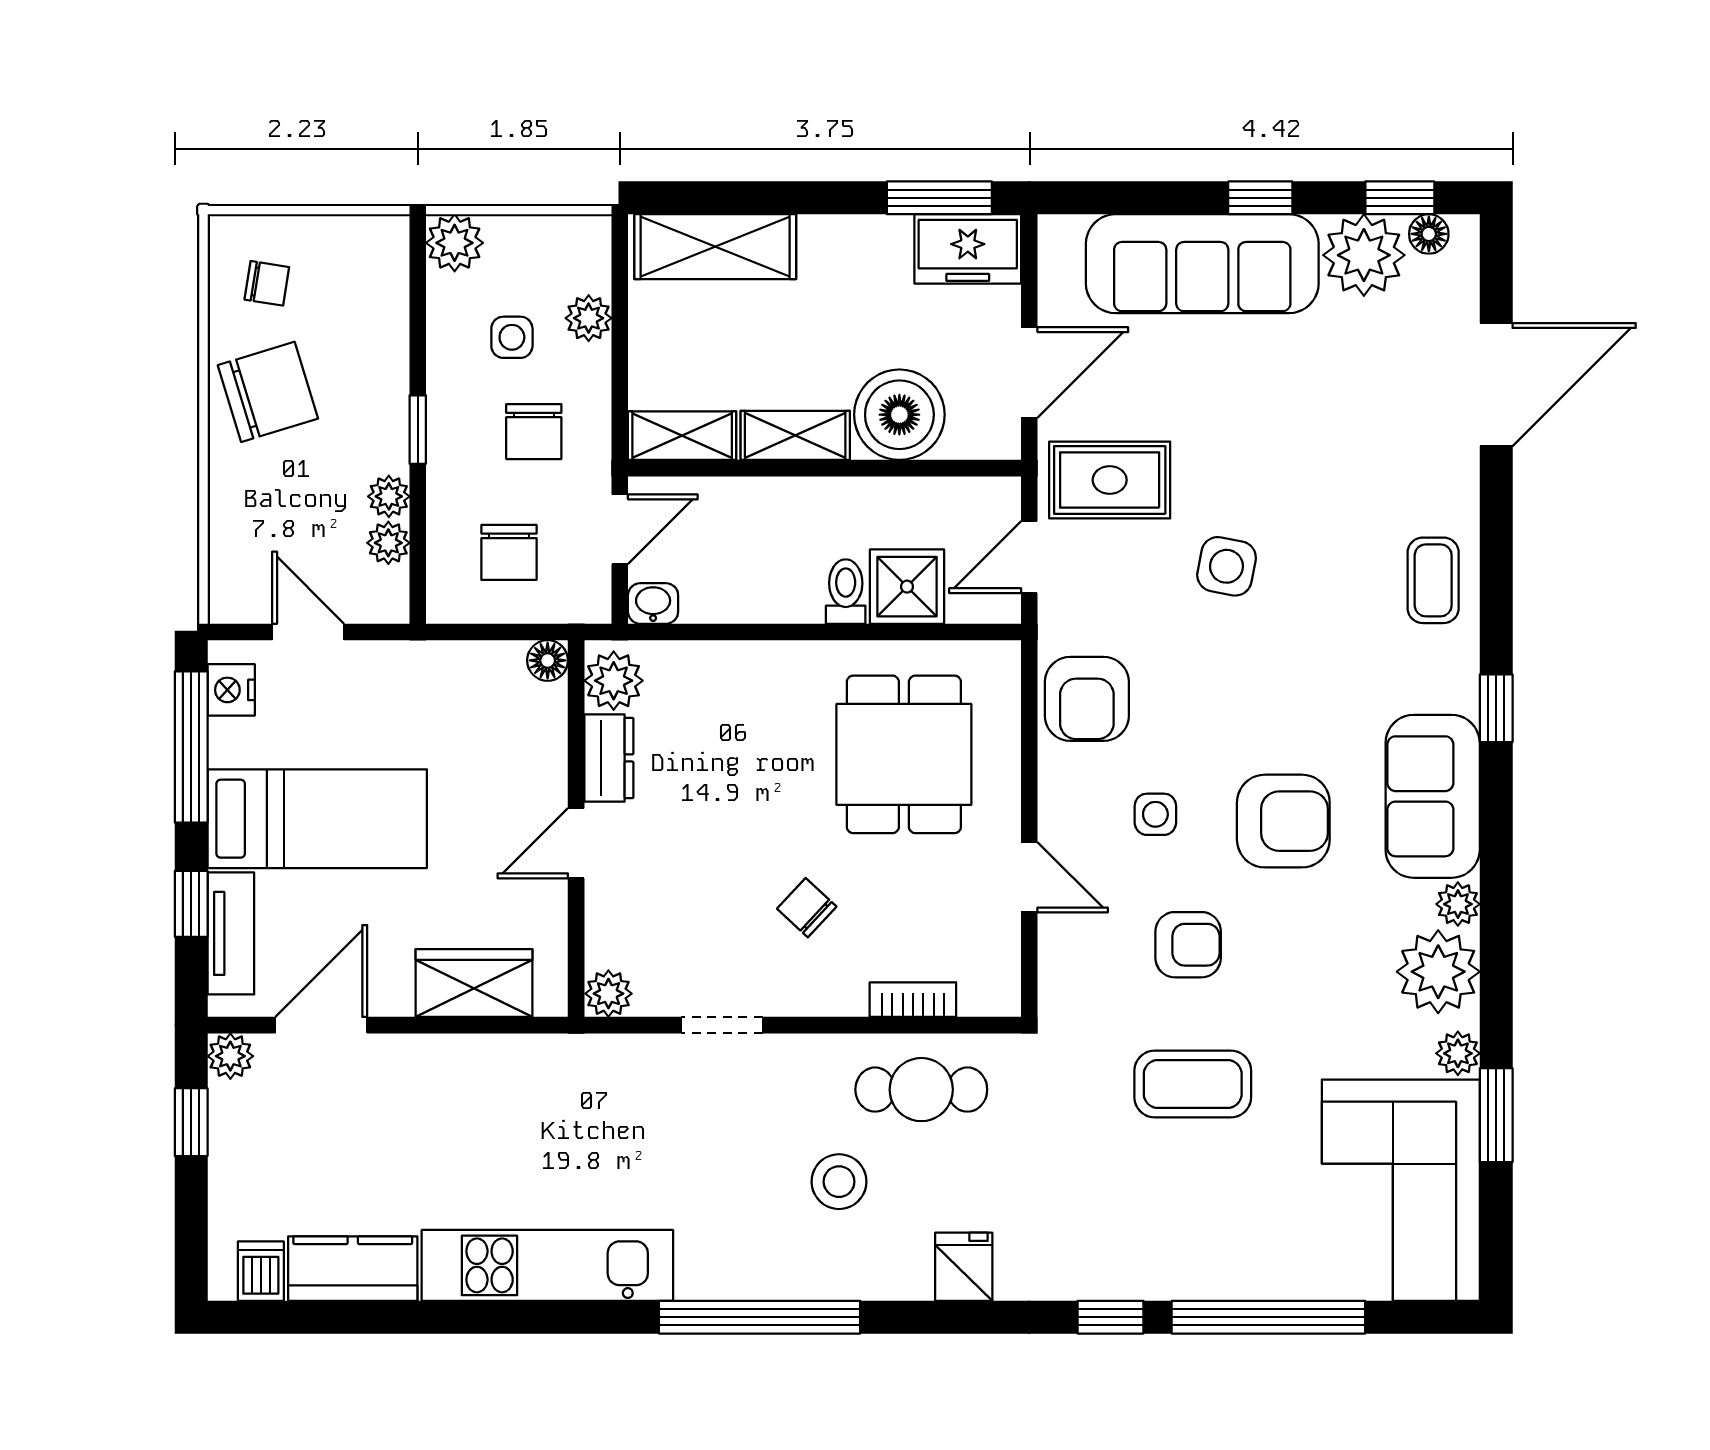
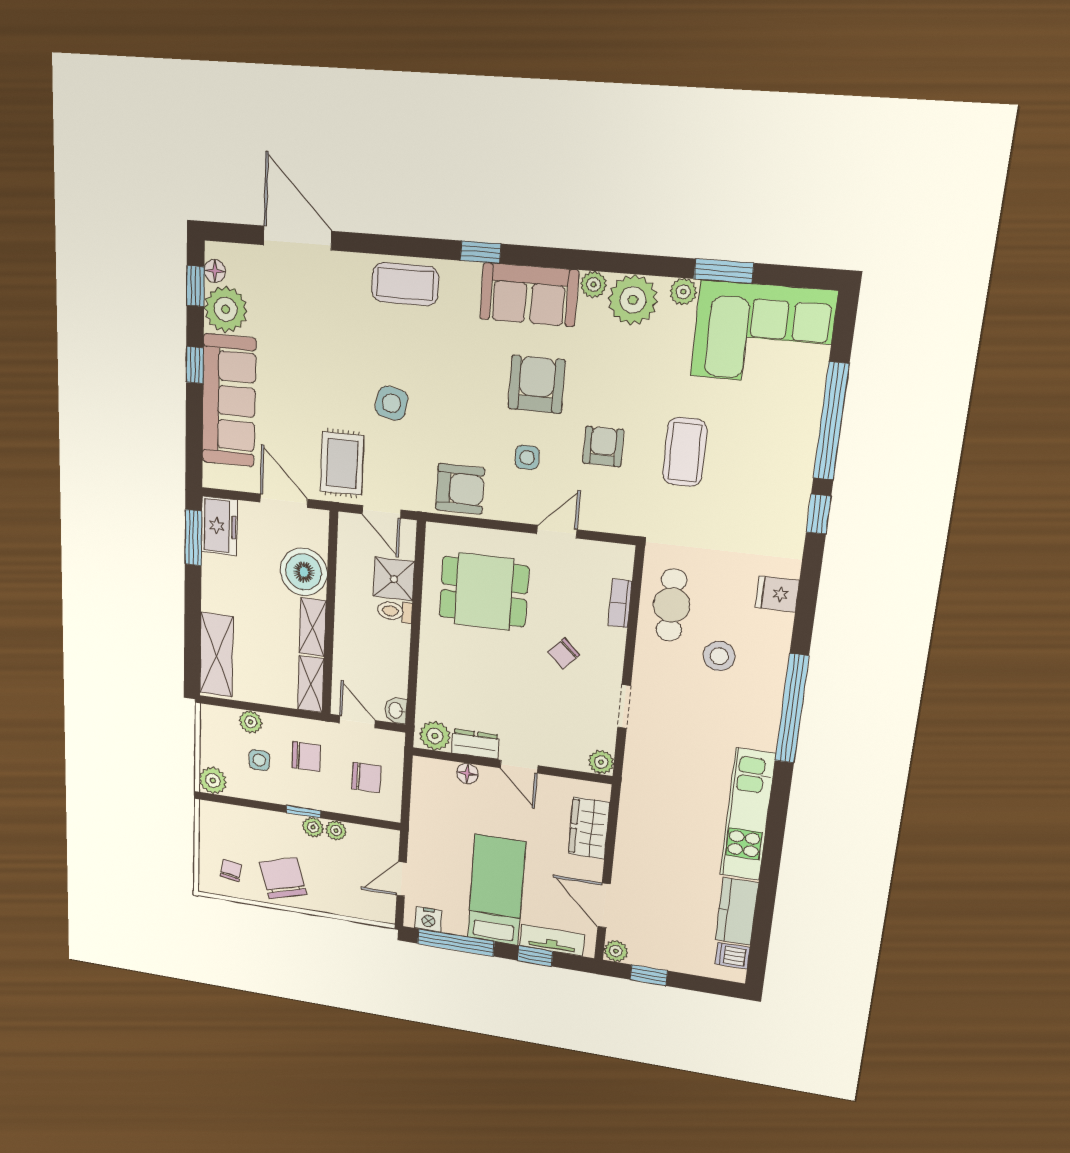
plant: (388, 543) -> (313, 827), moved
coffee table: (1433, 580) -> (405, 284), width x1.36, depth x1.30
floor lamp: (548, 660) -> (467, 773), moved

